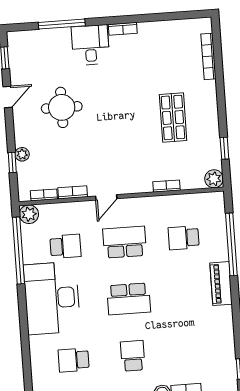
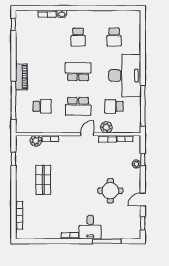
plant: (214, 179) -> (36, 141), moved
plant: (29, 214) -> (106, 127), moved
school desk: (74, 360) -> (114, 37), turned 90

